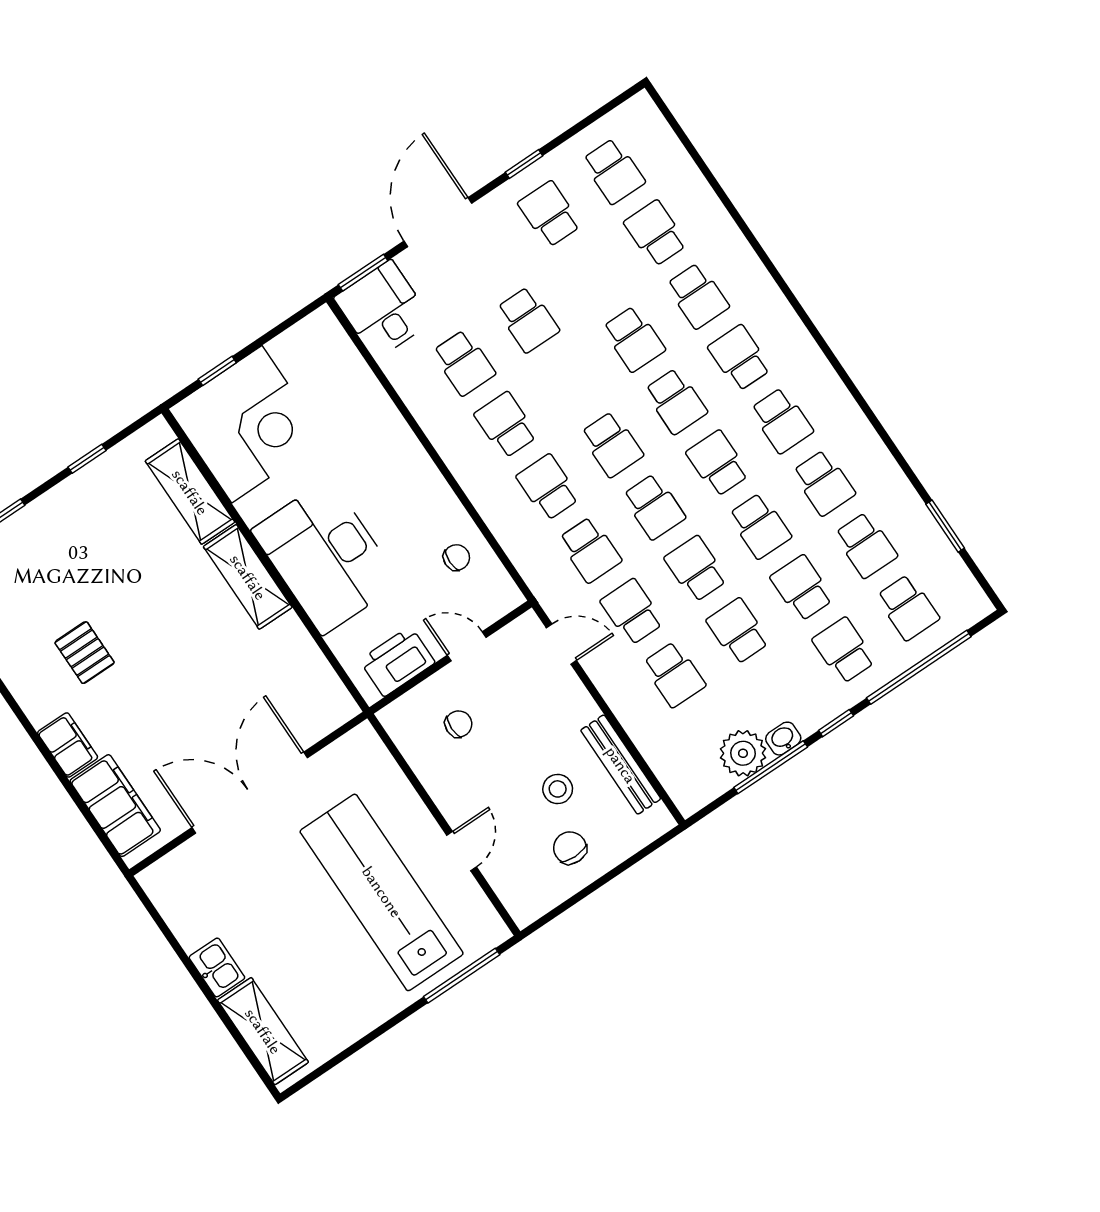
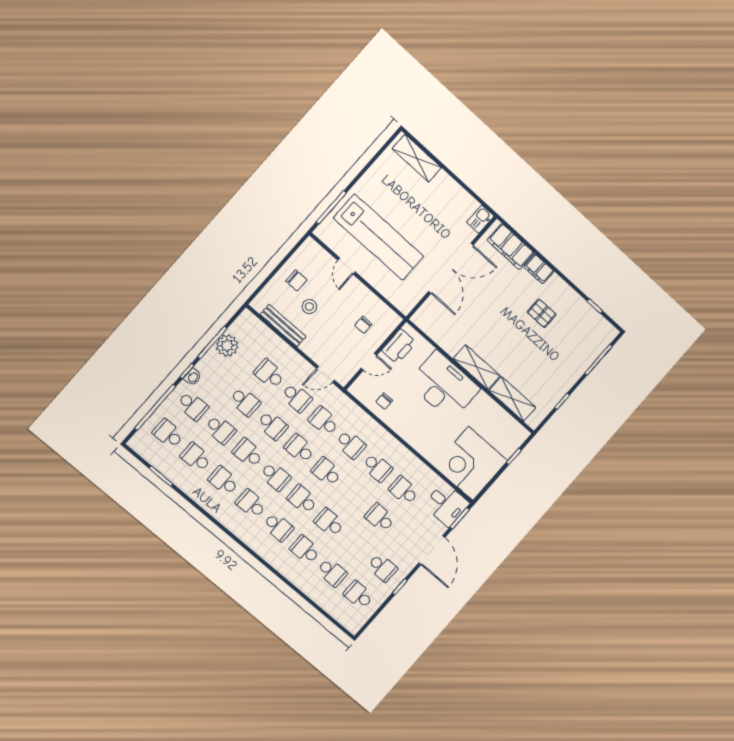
corner desk: (247, 424) -> (471, 463), moved
washbasin: (783, 739) -> (193, 377), moved
kitchen sink: (217, 967) -> (480, 219), moved, turned 90

